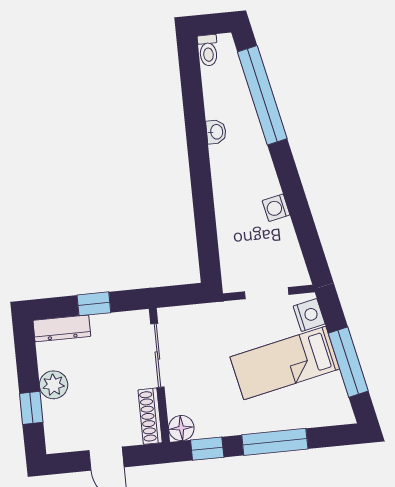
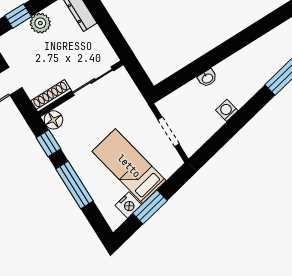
washbasin: (216, 132) -> (207, 78), moved
window: (94, 304) -> (106, 23), removed
nightstand: (309, 315) -> (128, 205), moved
window: (348, 362) -> (150, 207), width x0.69

